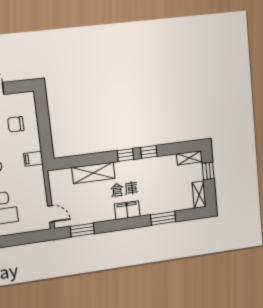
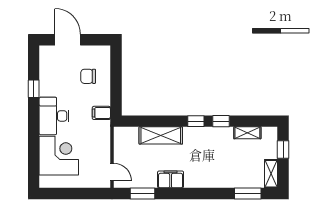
shelving: (189, 158) -> (247, 133), moved
filing cabinet: (127, 210) -> (171, 179), moved
window: (163, 218) -> (248, 194), moved

